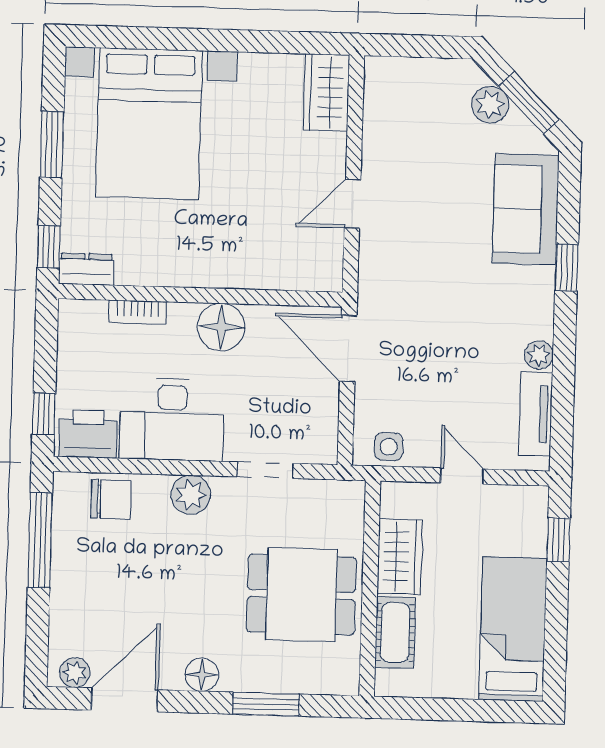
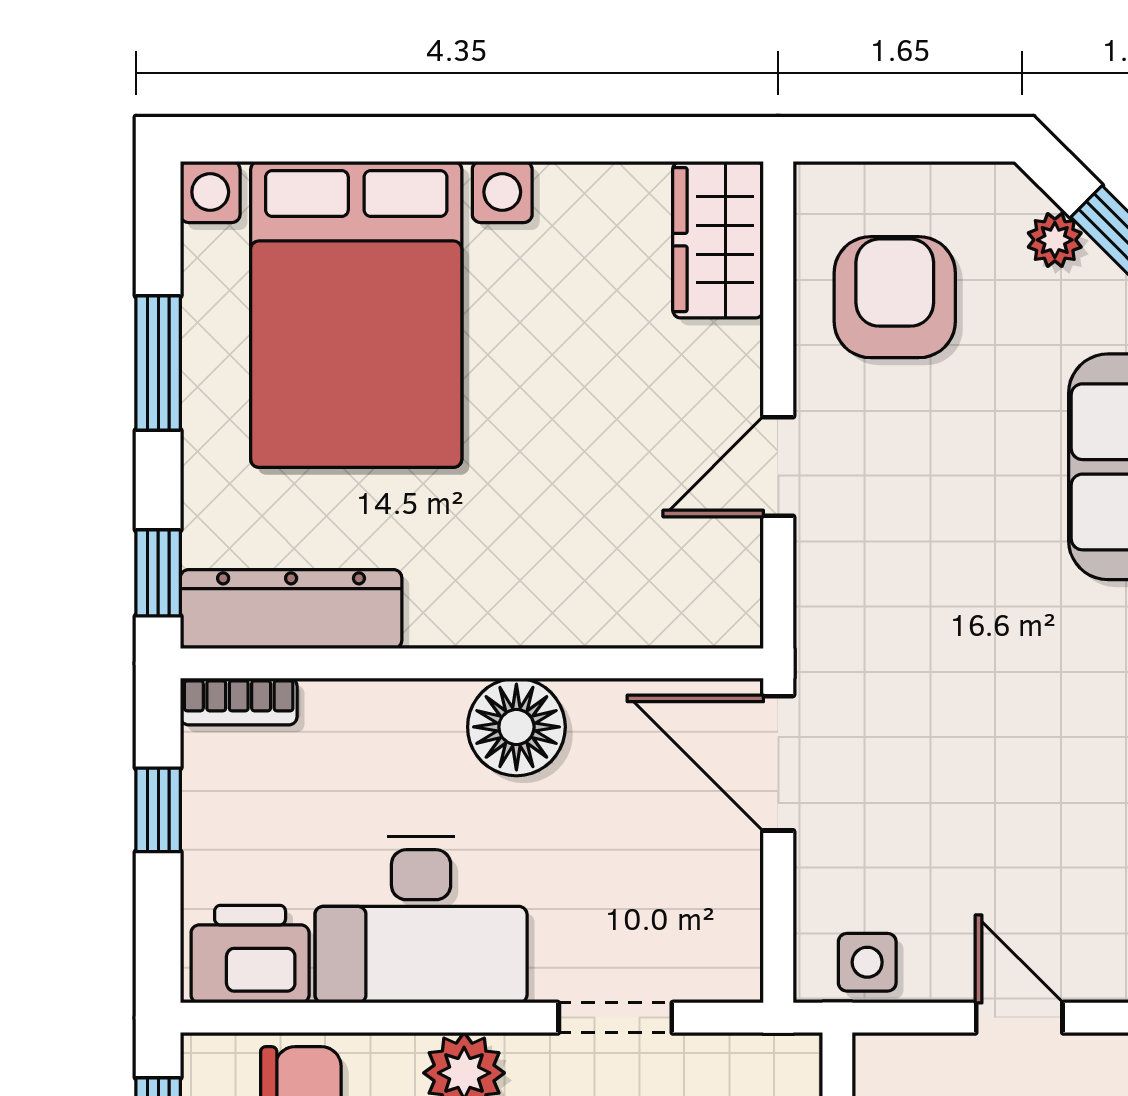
plant: (490, 105) -> (1055, 240), width x0.73, depth x0.73
armchair: (412, 123) -> (895, 297), added
dresser: (86, 269) -> (291, 609), width x1.96, depth x1.24
bookcase: (138, 312) -> (239, 702), moved
window: (44, 414) -> (158, 810), moved

